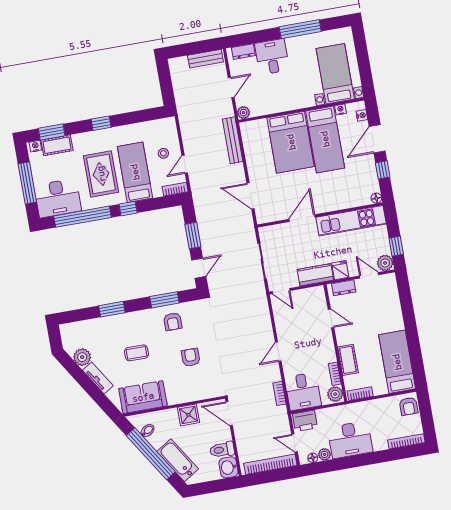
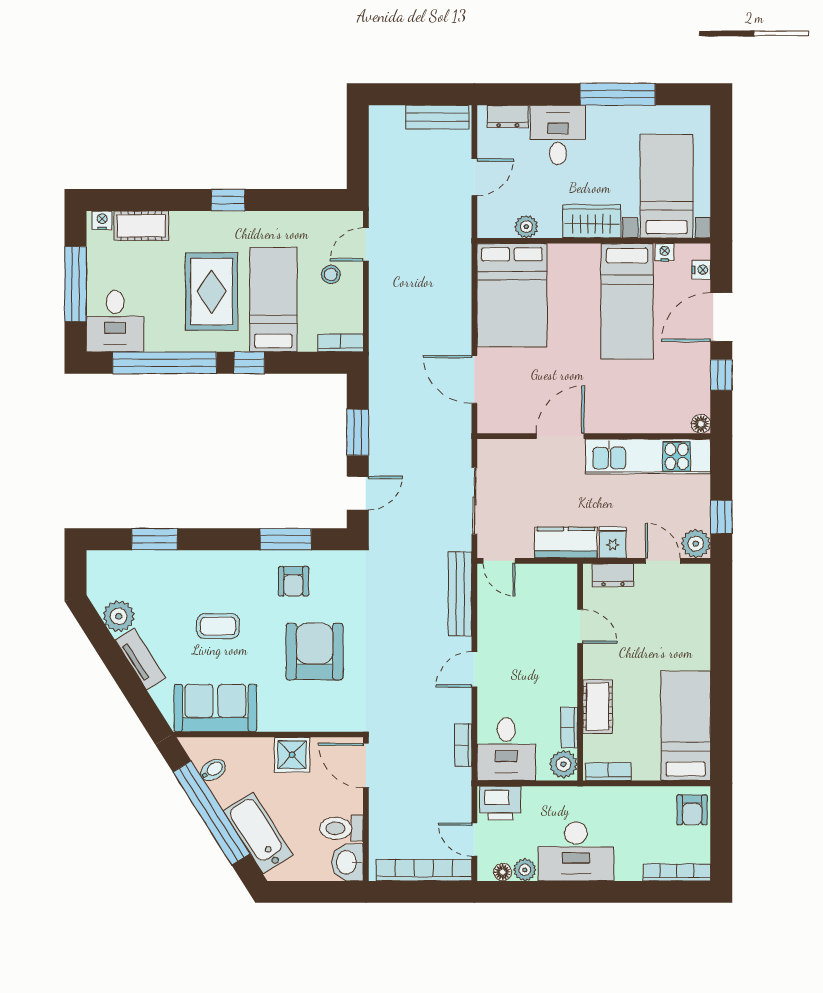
wardrobe: (298, 100) -> (592, 221), added
plant: (243, 113) -> (526, 227), moved
window: (52, 132) -> (136, 200), removed
bench: (233, 140) -> (460, 594), moved
bed: (291, 142) -> (512, 295), moved
door: (185, 164) -> (366, 244), moved
desk: (58, 198) -> (115, 321), width x0.73
window: (112, 309) -> (155, 539), moved
armchair: (191, 357) -> (315, 652), width x1.88, depth x1.88

